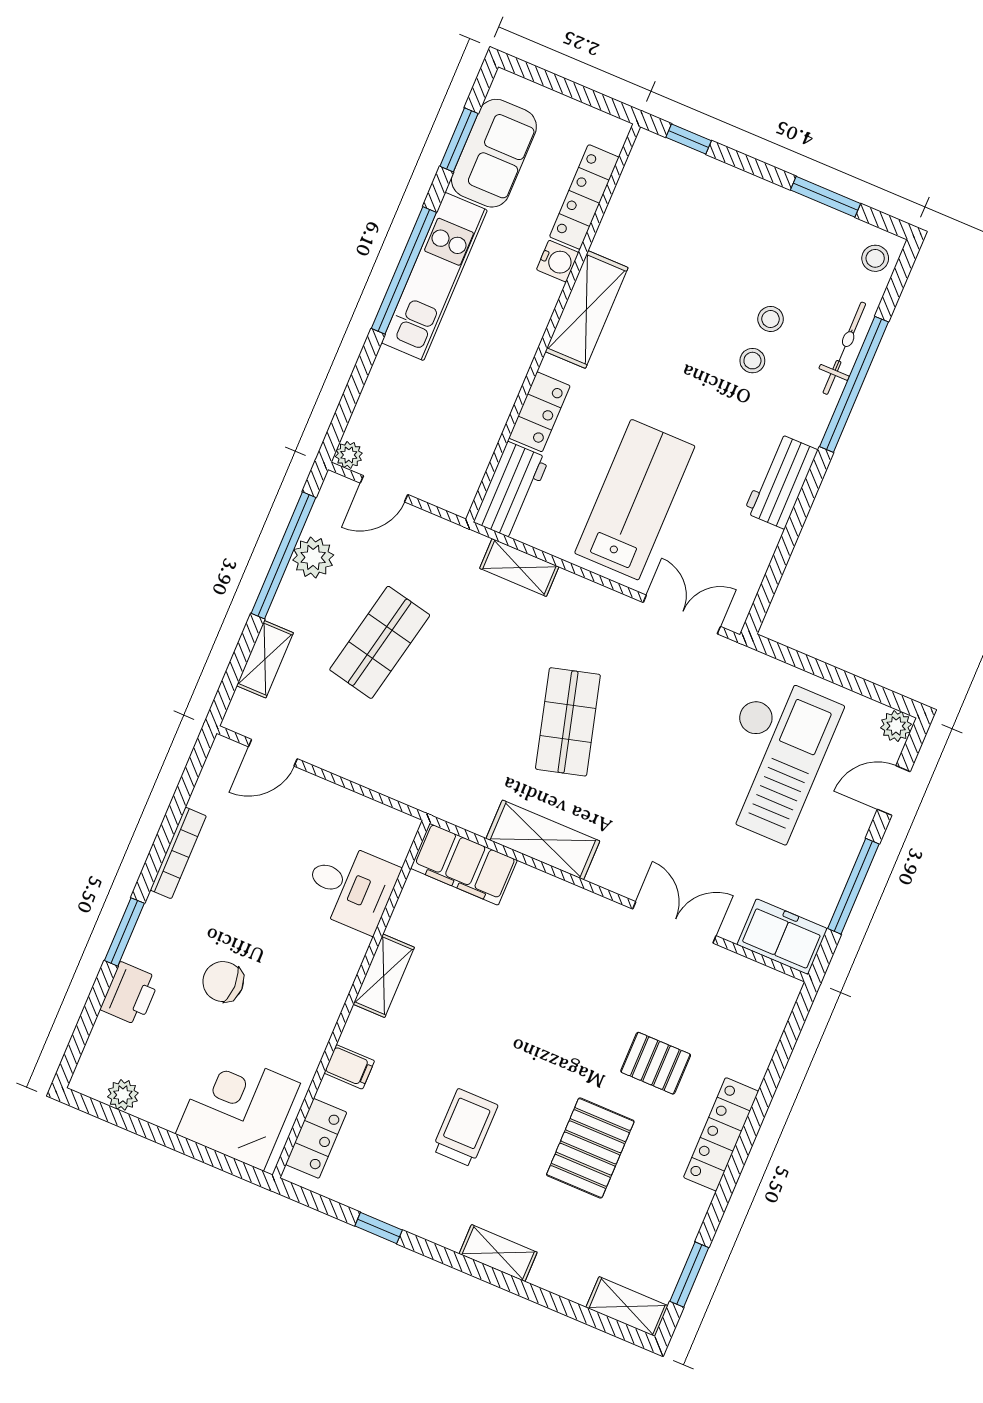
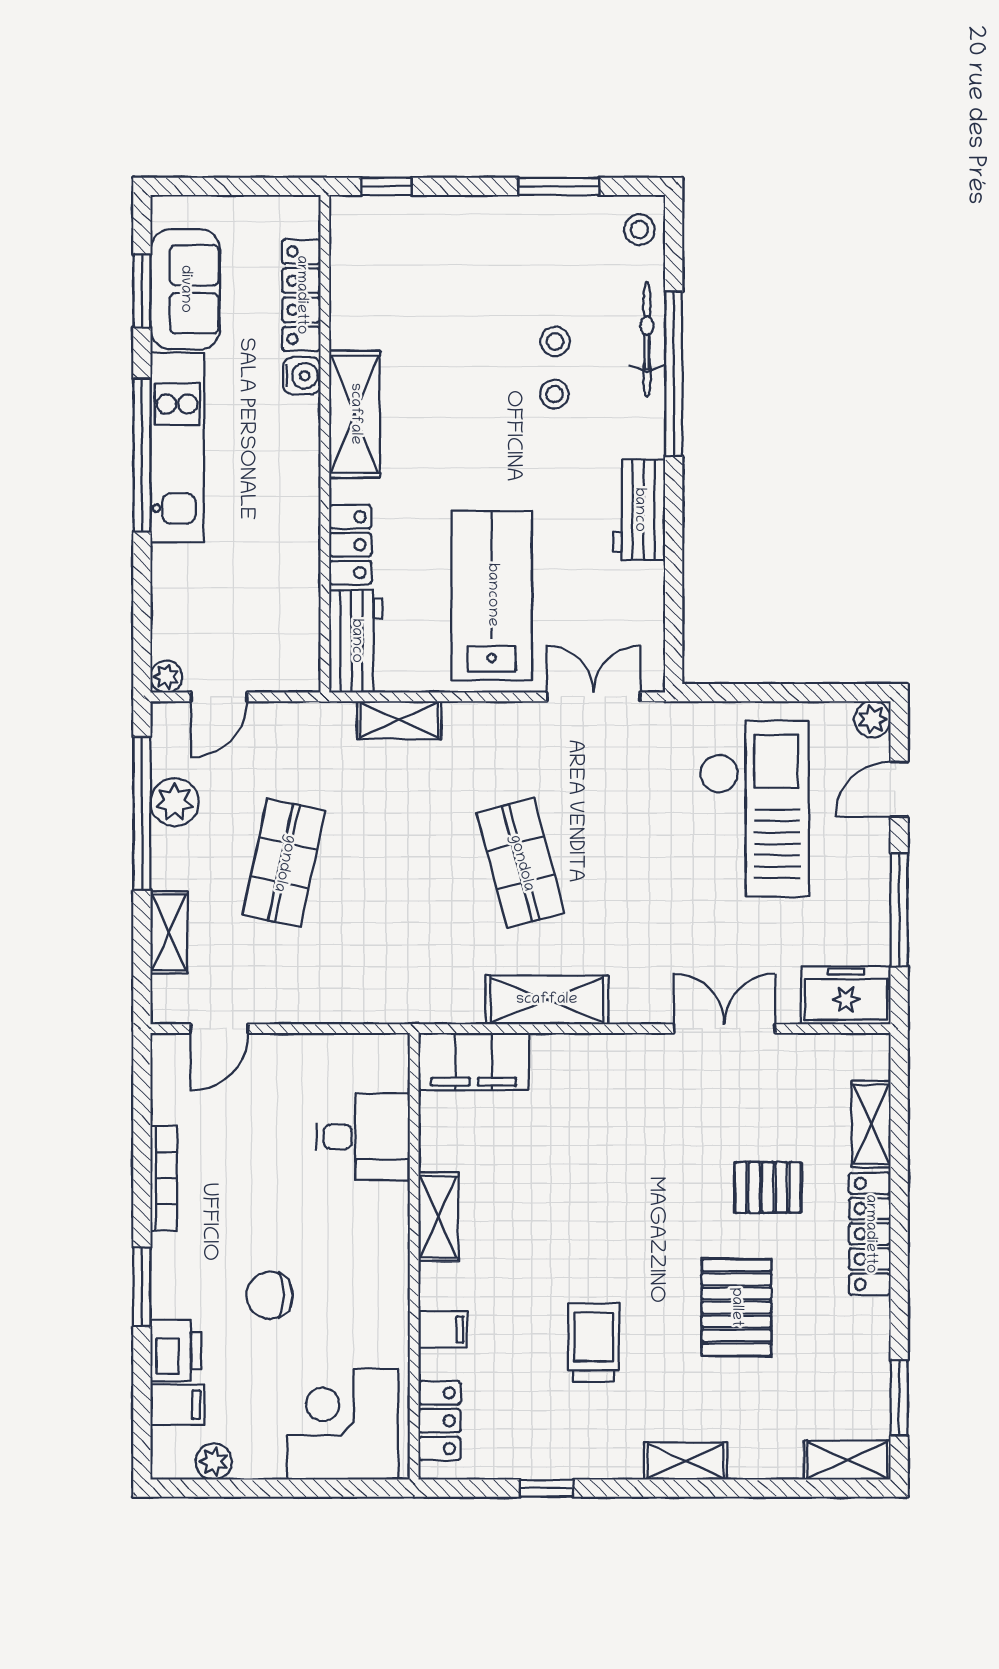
filing cabinet: (113, 1038) -> (177, 1405), added
shelving: (759, 1048) -> (871, 1124), added

